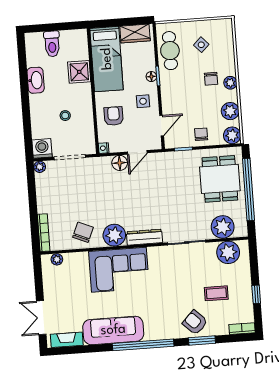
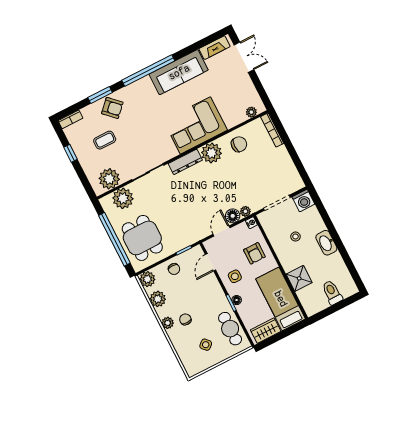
washbasin: (36, 80) -> (326, 243), moved
plant: (40, 167) -> (245, 211), moved
chair: (83, 232) -> (239, 144), turned -113

